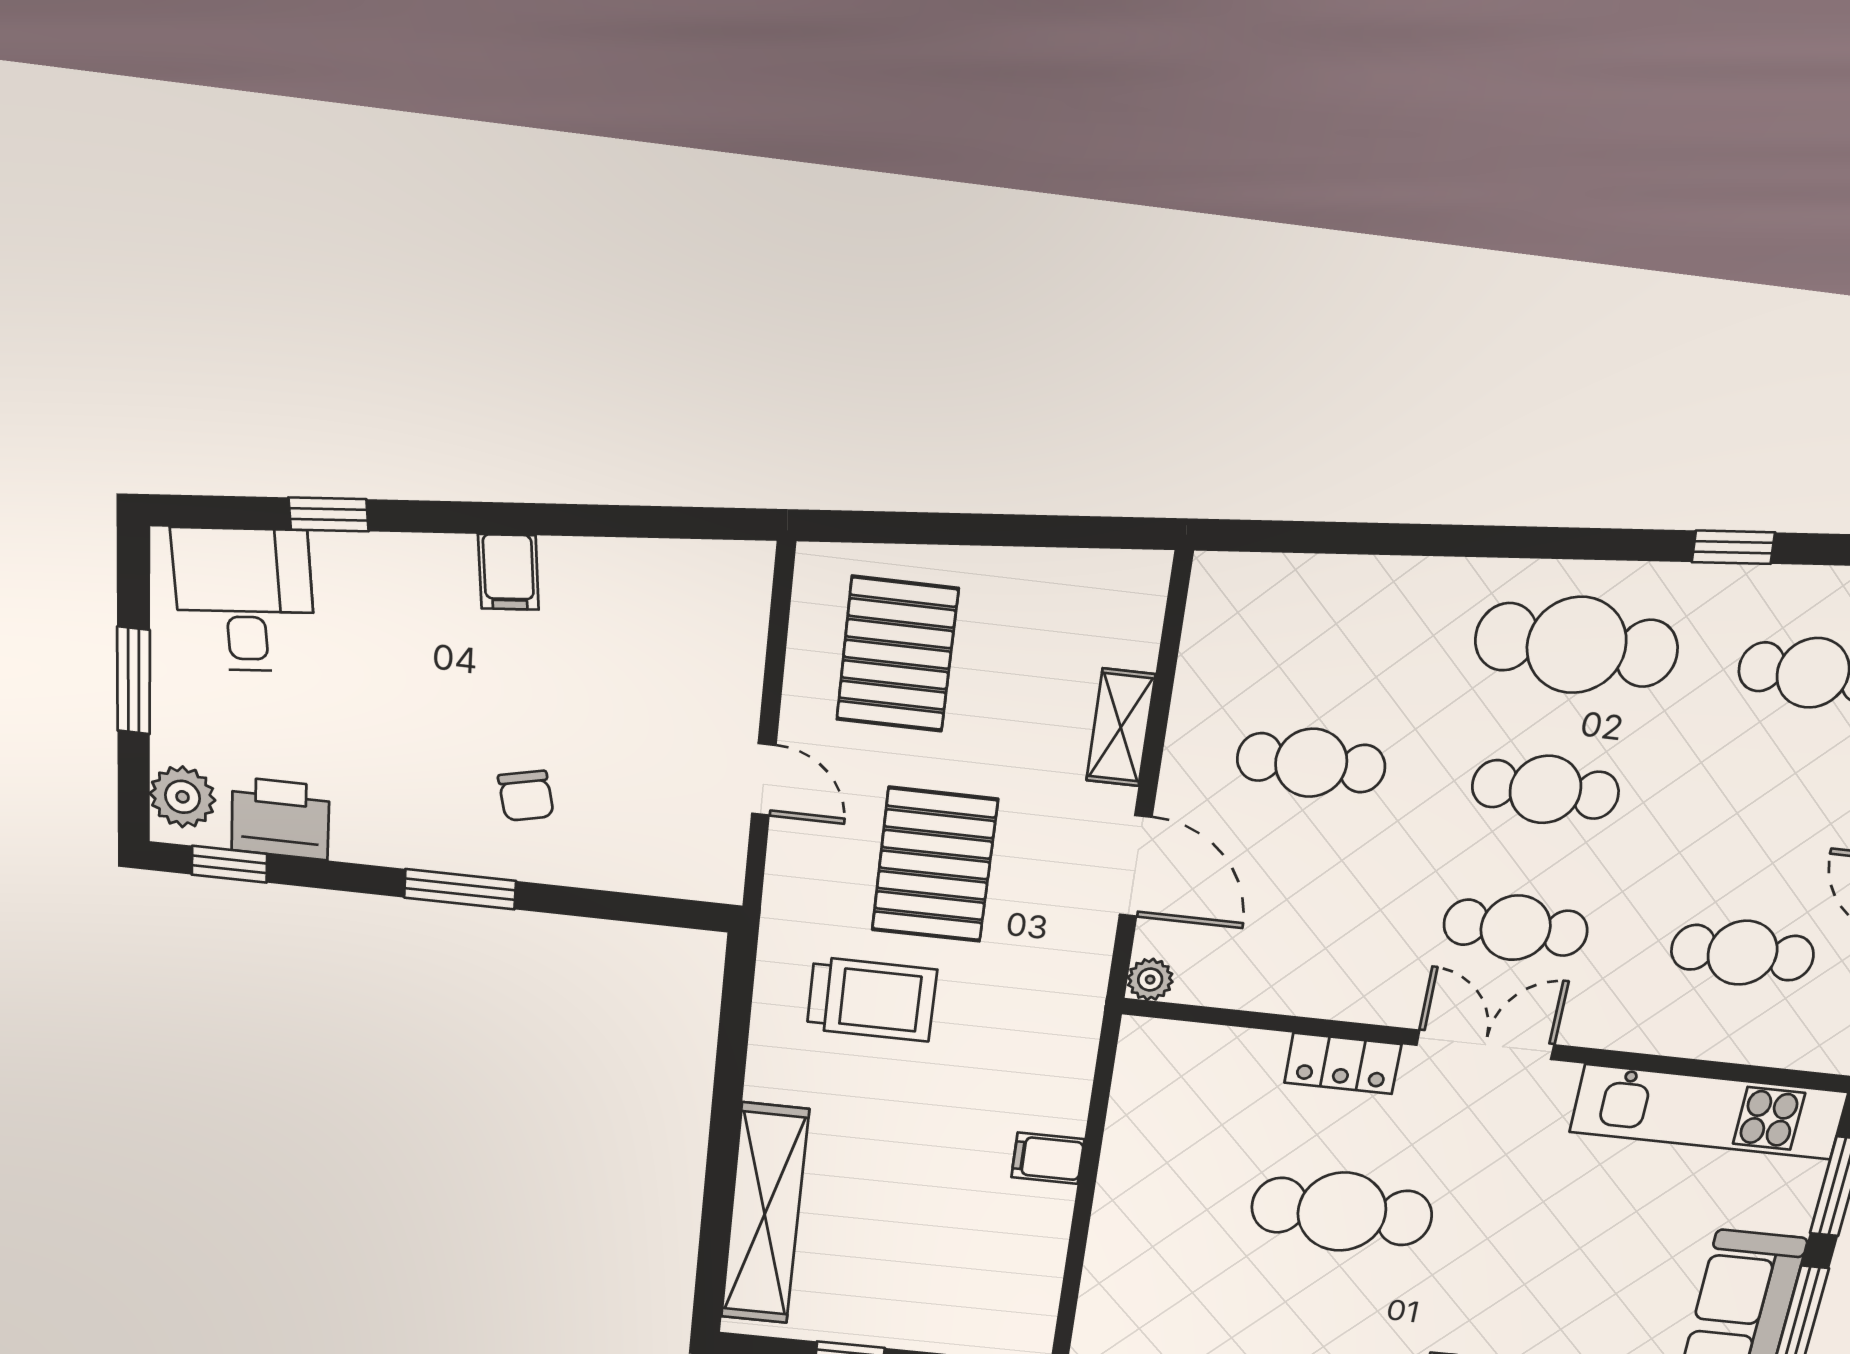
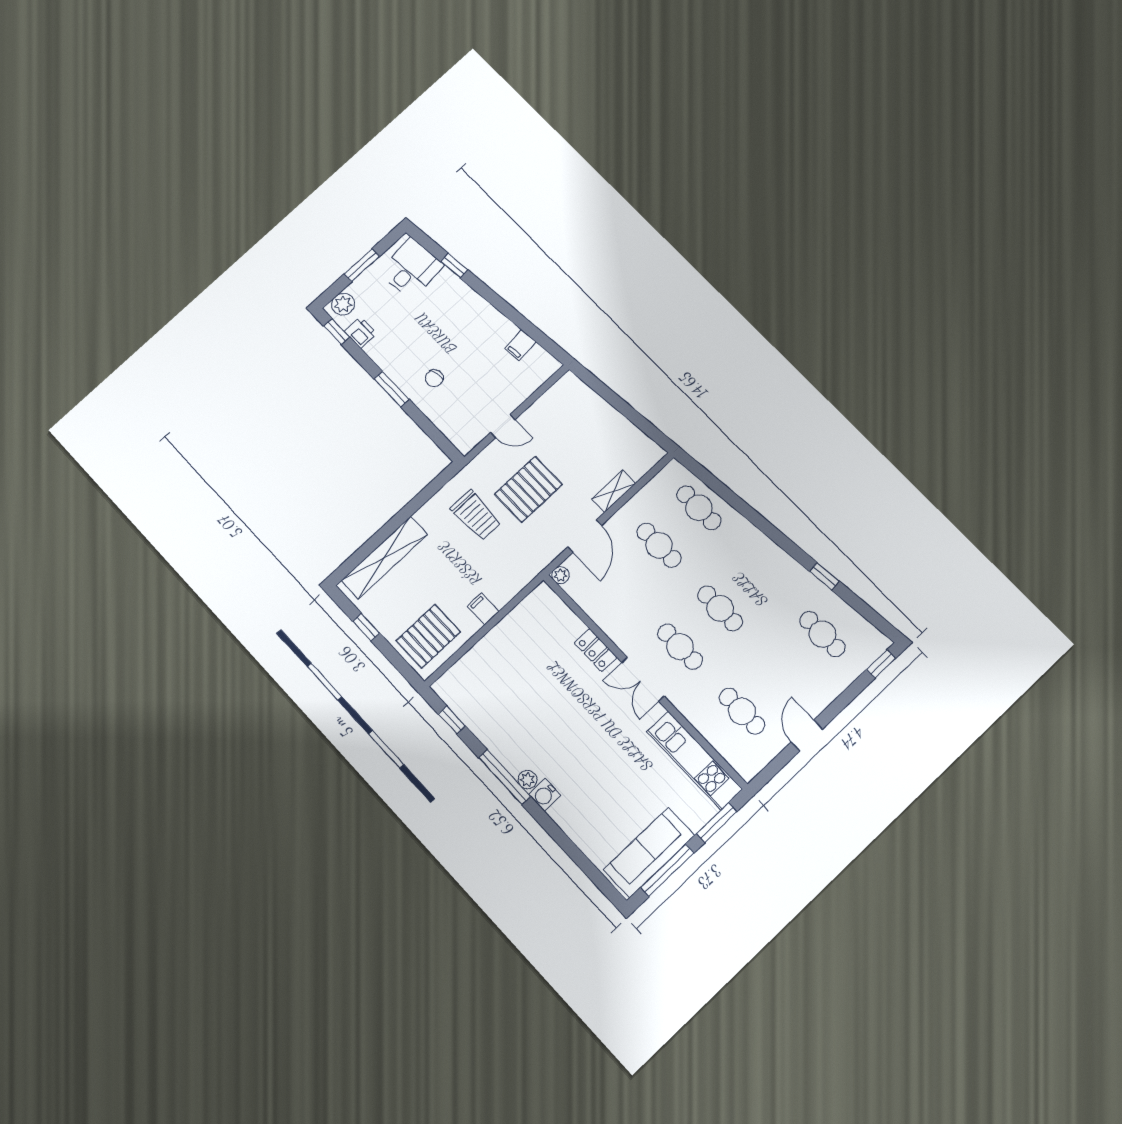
filing cabinet: (508, 572) -> (520, 345), moved
cafe table: (1577, 645) -> (699, 508), moved, width x0.73, depth x0.74
pallet: (897, 654) -> (428, 636), moved
door: (764, 780) -> (503, 426), hinge flipped
printer: (280, 819) -> (361, 333), width x0.73, depth x0.81
double door: (1485, 1045) -> (643, 679), swing flipped
cafe table: (1342, 1212) -> (557, 702), removed

